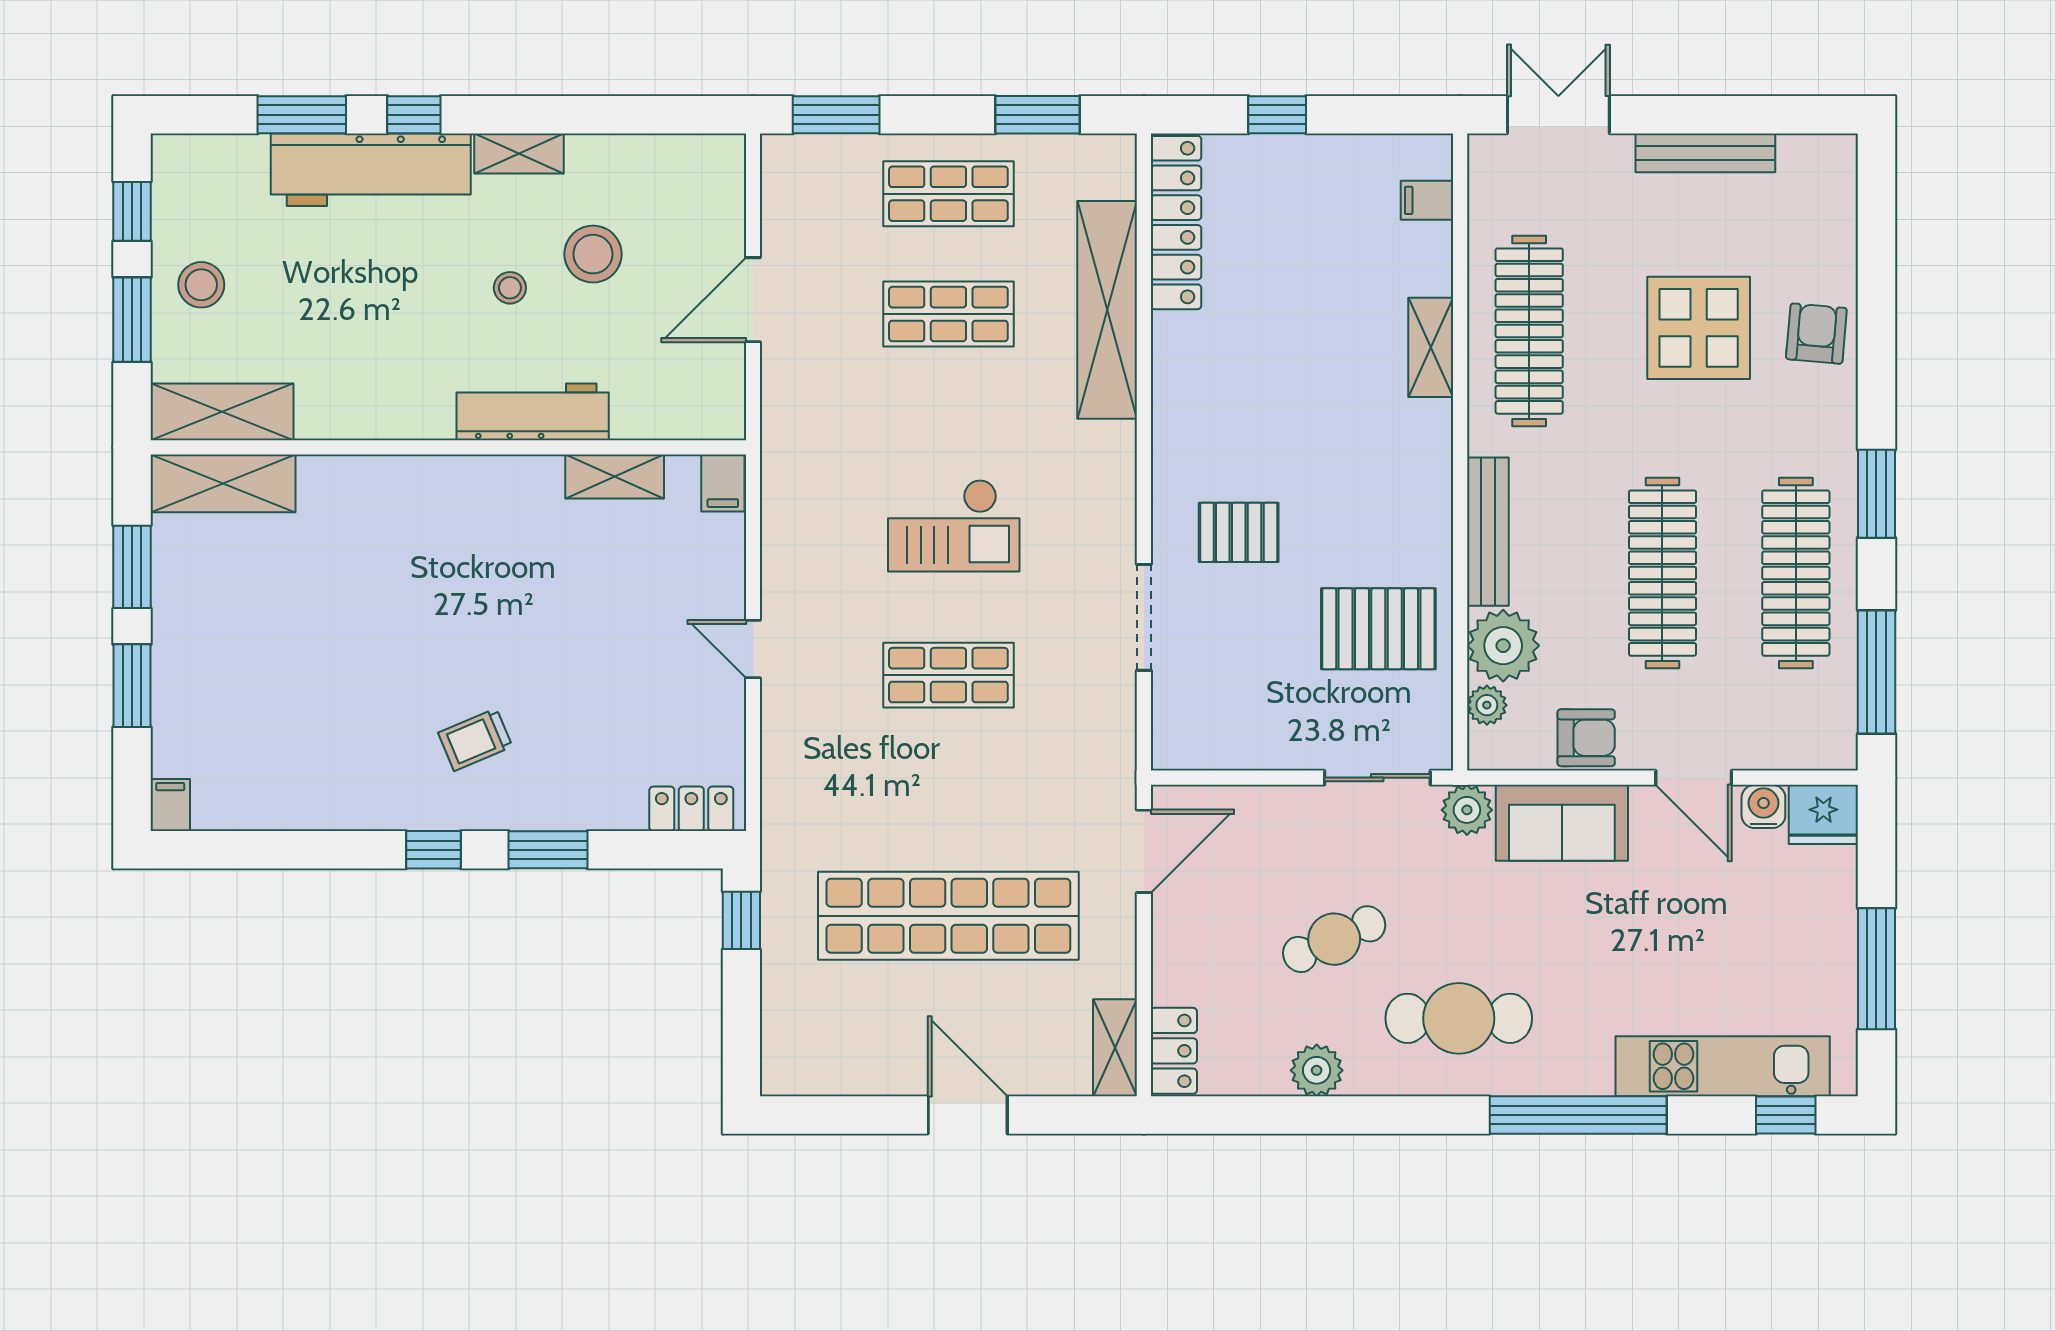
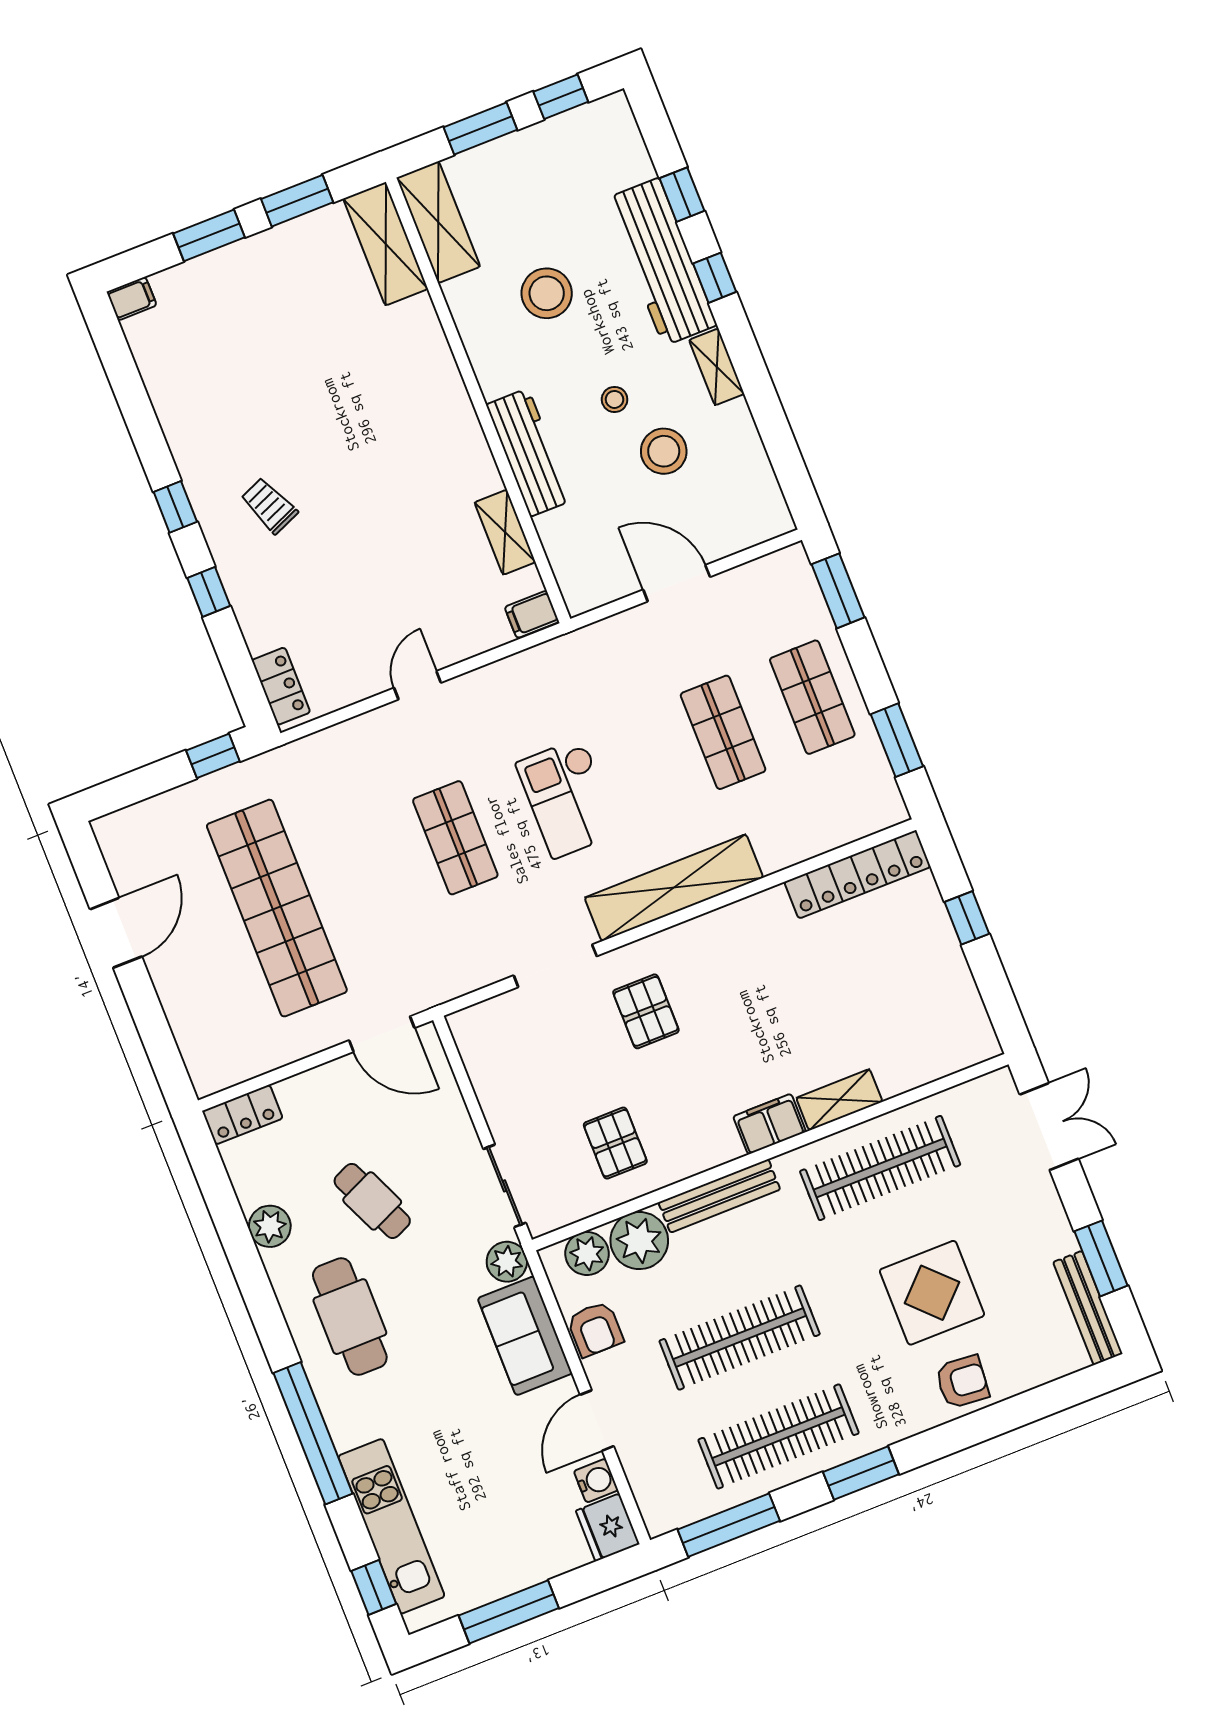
window: (302, 115) -> (682, 195), width x0.67
window: (1736, 115) -> (1101, 1258), added
bench: (1705, 153) -> (1088, 1308), moved
filing cabinet: (1427, 200) -> (770, 1124), moved, width x2.00
stool: (201, 285) -> (547, 293), moved, width x1.38, depth x1.38
shelving: (1107, 310) -> (674, 888), moved
pallet: (1378, 629) -> (615, 1143), width x0.67, depth x0.71
plant: (1487, 705) -> (587, 1254), width x1.38, depth x1.38
window: (548, 850) -> (209, 592), width x0.67
shelving: (1115, 1048) -> (228, 1070), removed
door: (968, 1115) -> (116, 933), moved

